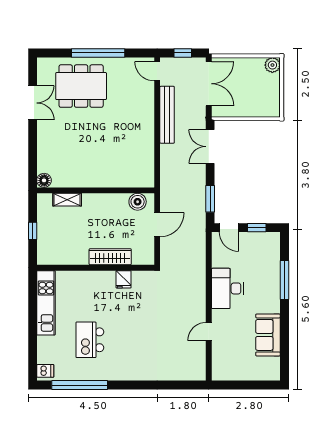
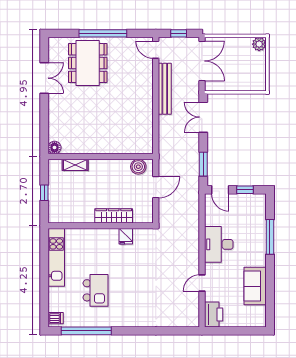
dining table: (81, 86) -> (88, 63), turned 90
kitchen island: (90, 340) -> (96, 290), turned 180
printer: (222, 367) -> (214, 314), added

